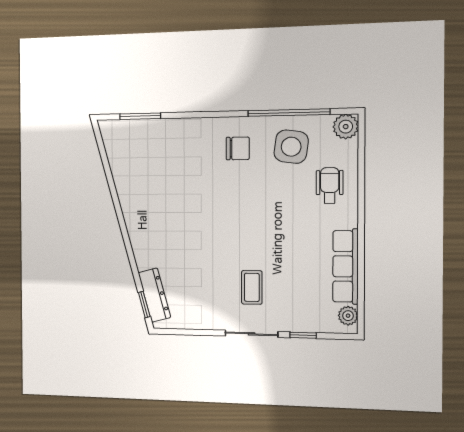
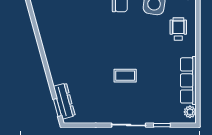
coffee table: (252, 287) -> (125, 76), moved, turned 90

